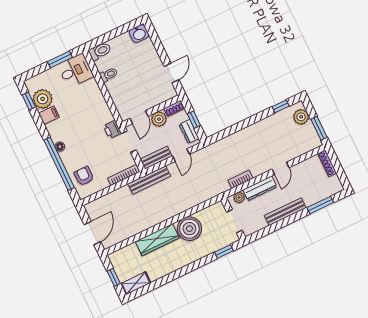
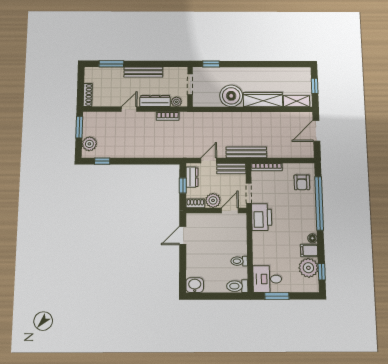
printer: (112, 129) -> (262, 217), width x1.87, depth x1.48
floor lamp: (60, 147) -> (312, 238), moved
shelving: (136, 283) -> (296, 101), moved

